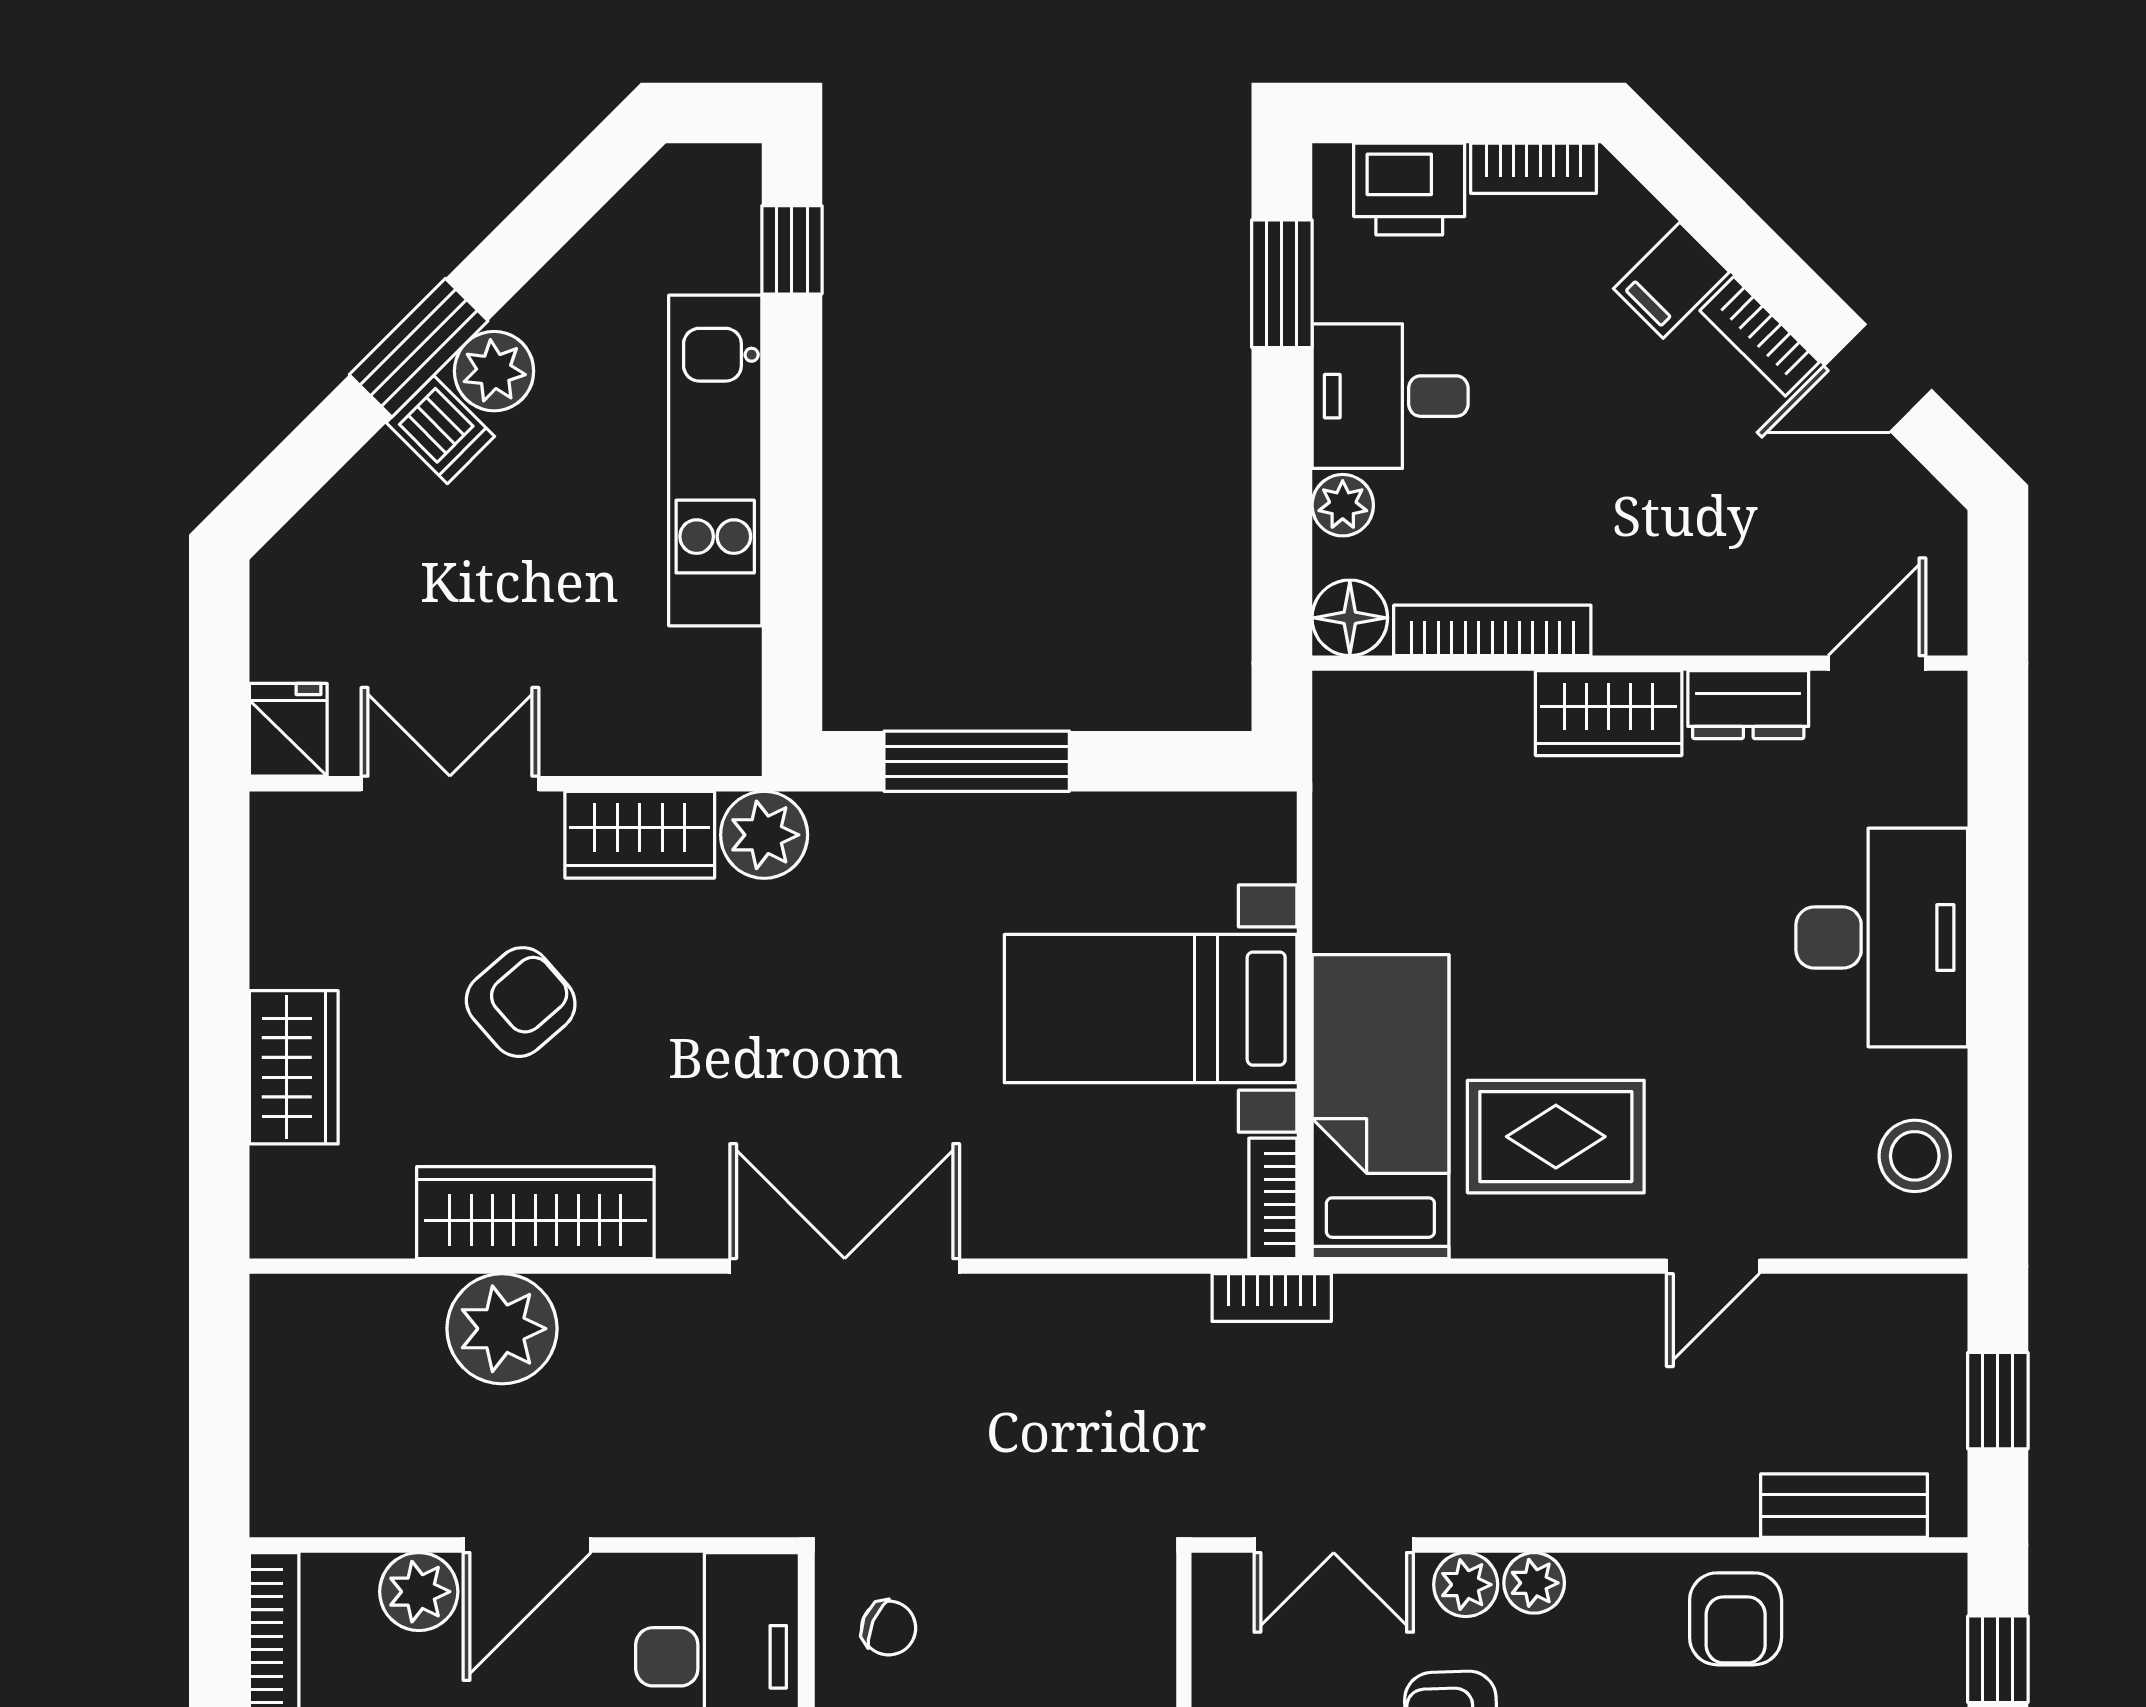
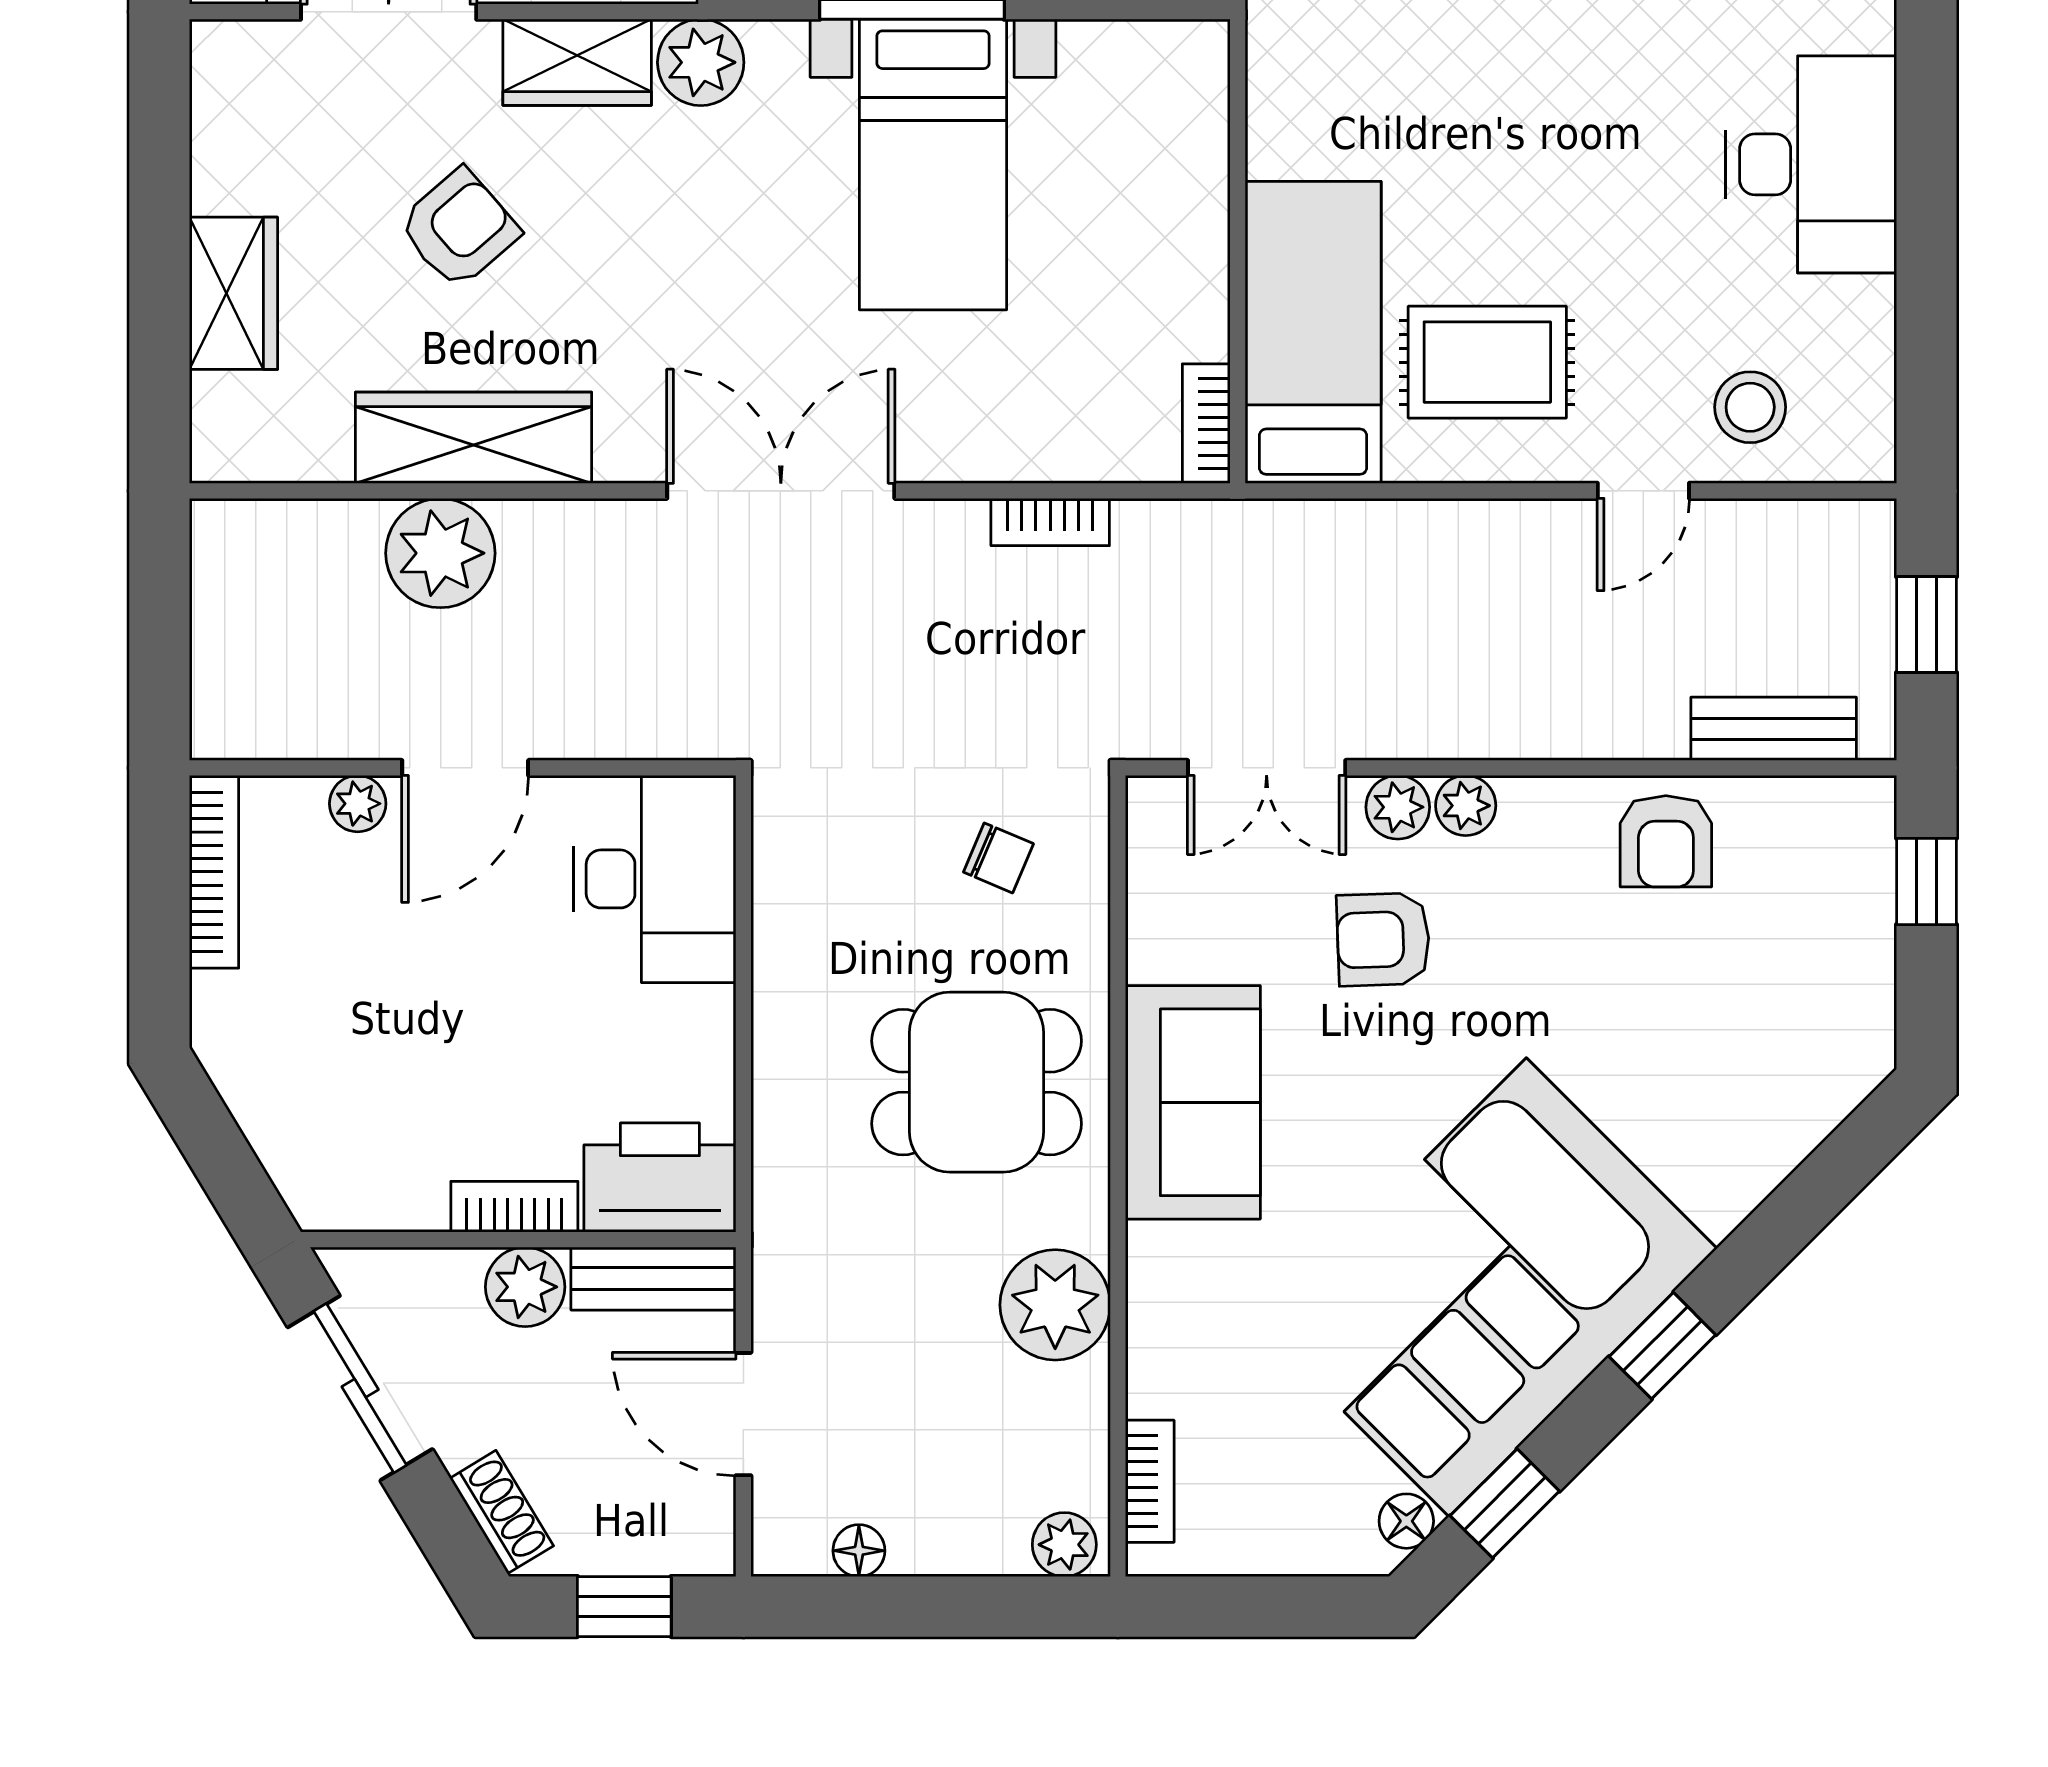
bed with nightstands: (1151, 1009) -> (933, 164), moved, turned -90
stool: (1915, 1156) -> (1750, 407), moved
bookcase: (1272, 1298) -> (1050, 522), moved
plant: (419, 1592) -> (358, 804), width x0.73, depth x0.73
chair: (889, 1628) -> (998, 858), moved

